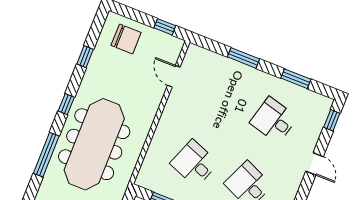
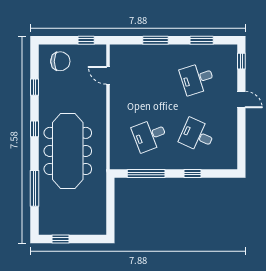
desk: (274, 120) -> (197, 79), turned -33
window: (46, 155) -> (34, 188), moved
desk: (194, 163) -> (150, 135), turned -42

